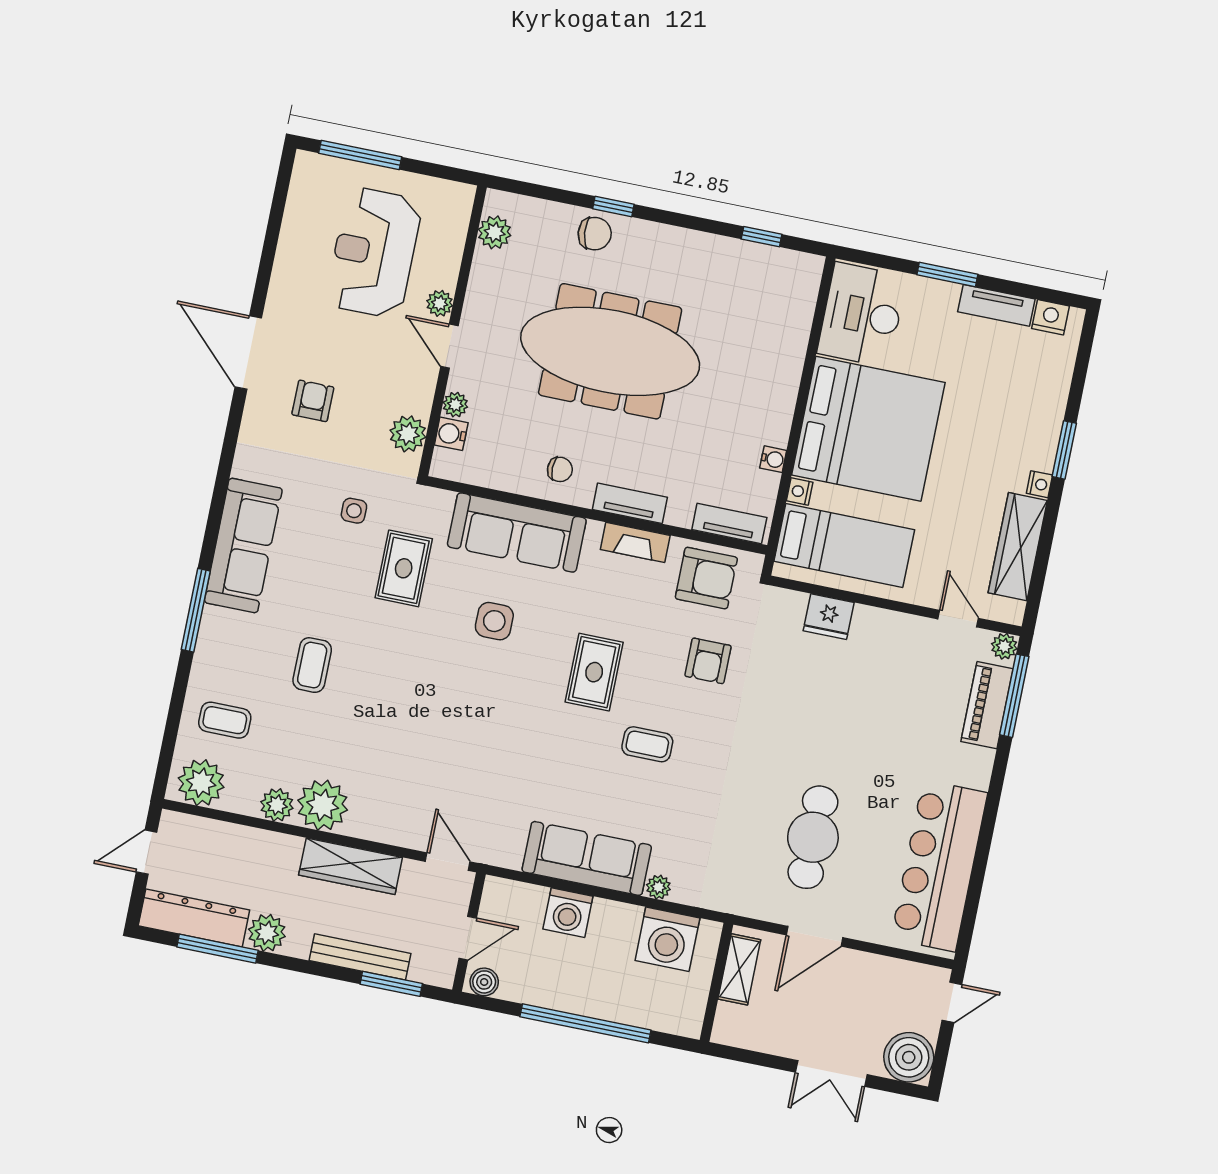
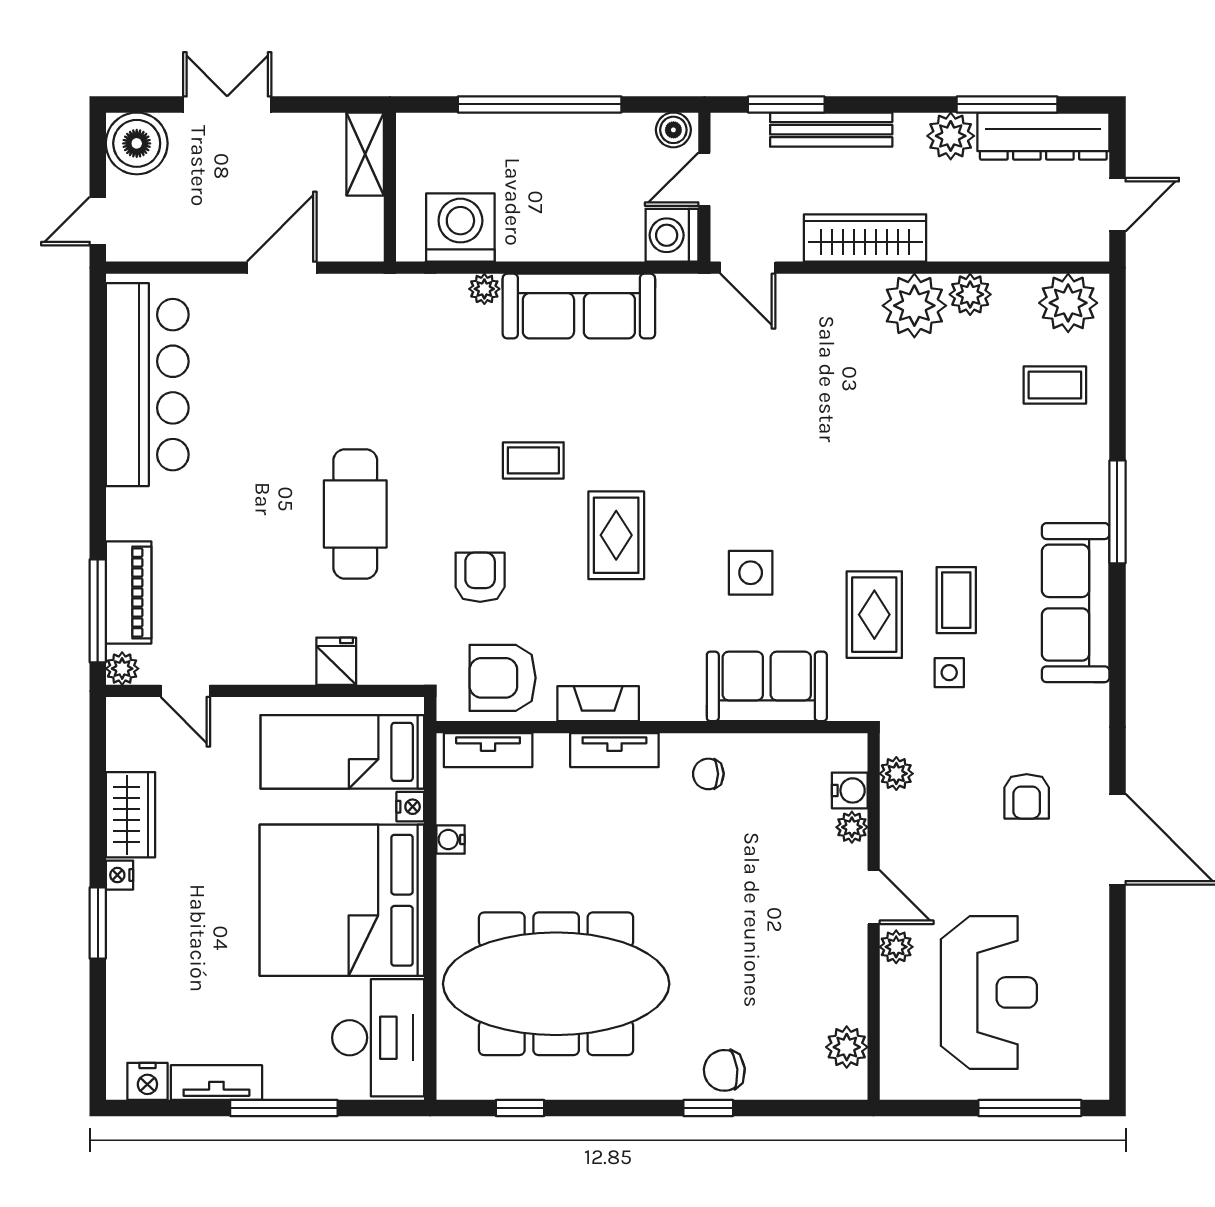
window: (947, 275) -> (284, 1108), width x1.44
meeting table: (610, 351) -> (556, 984), moved
plant: (408, 434) -> (896, 774), width x0.73, depth x0.73
sofa: (517, 532) -> (767, 686), width x0.73
wardrobe: (1018, 547) -> (130, 815), width x0.67
fridge: (829, 617) -> (336, 661), width x0.72
coffee table: (312, 665) -> (956, 600), moved
cafe table: (813, 837) -> (355, 514), moved
washing machine: (568, 913) -> (672, 235), moved, turned -90
shelving: (739, 969) -> (365, 154), moved

